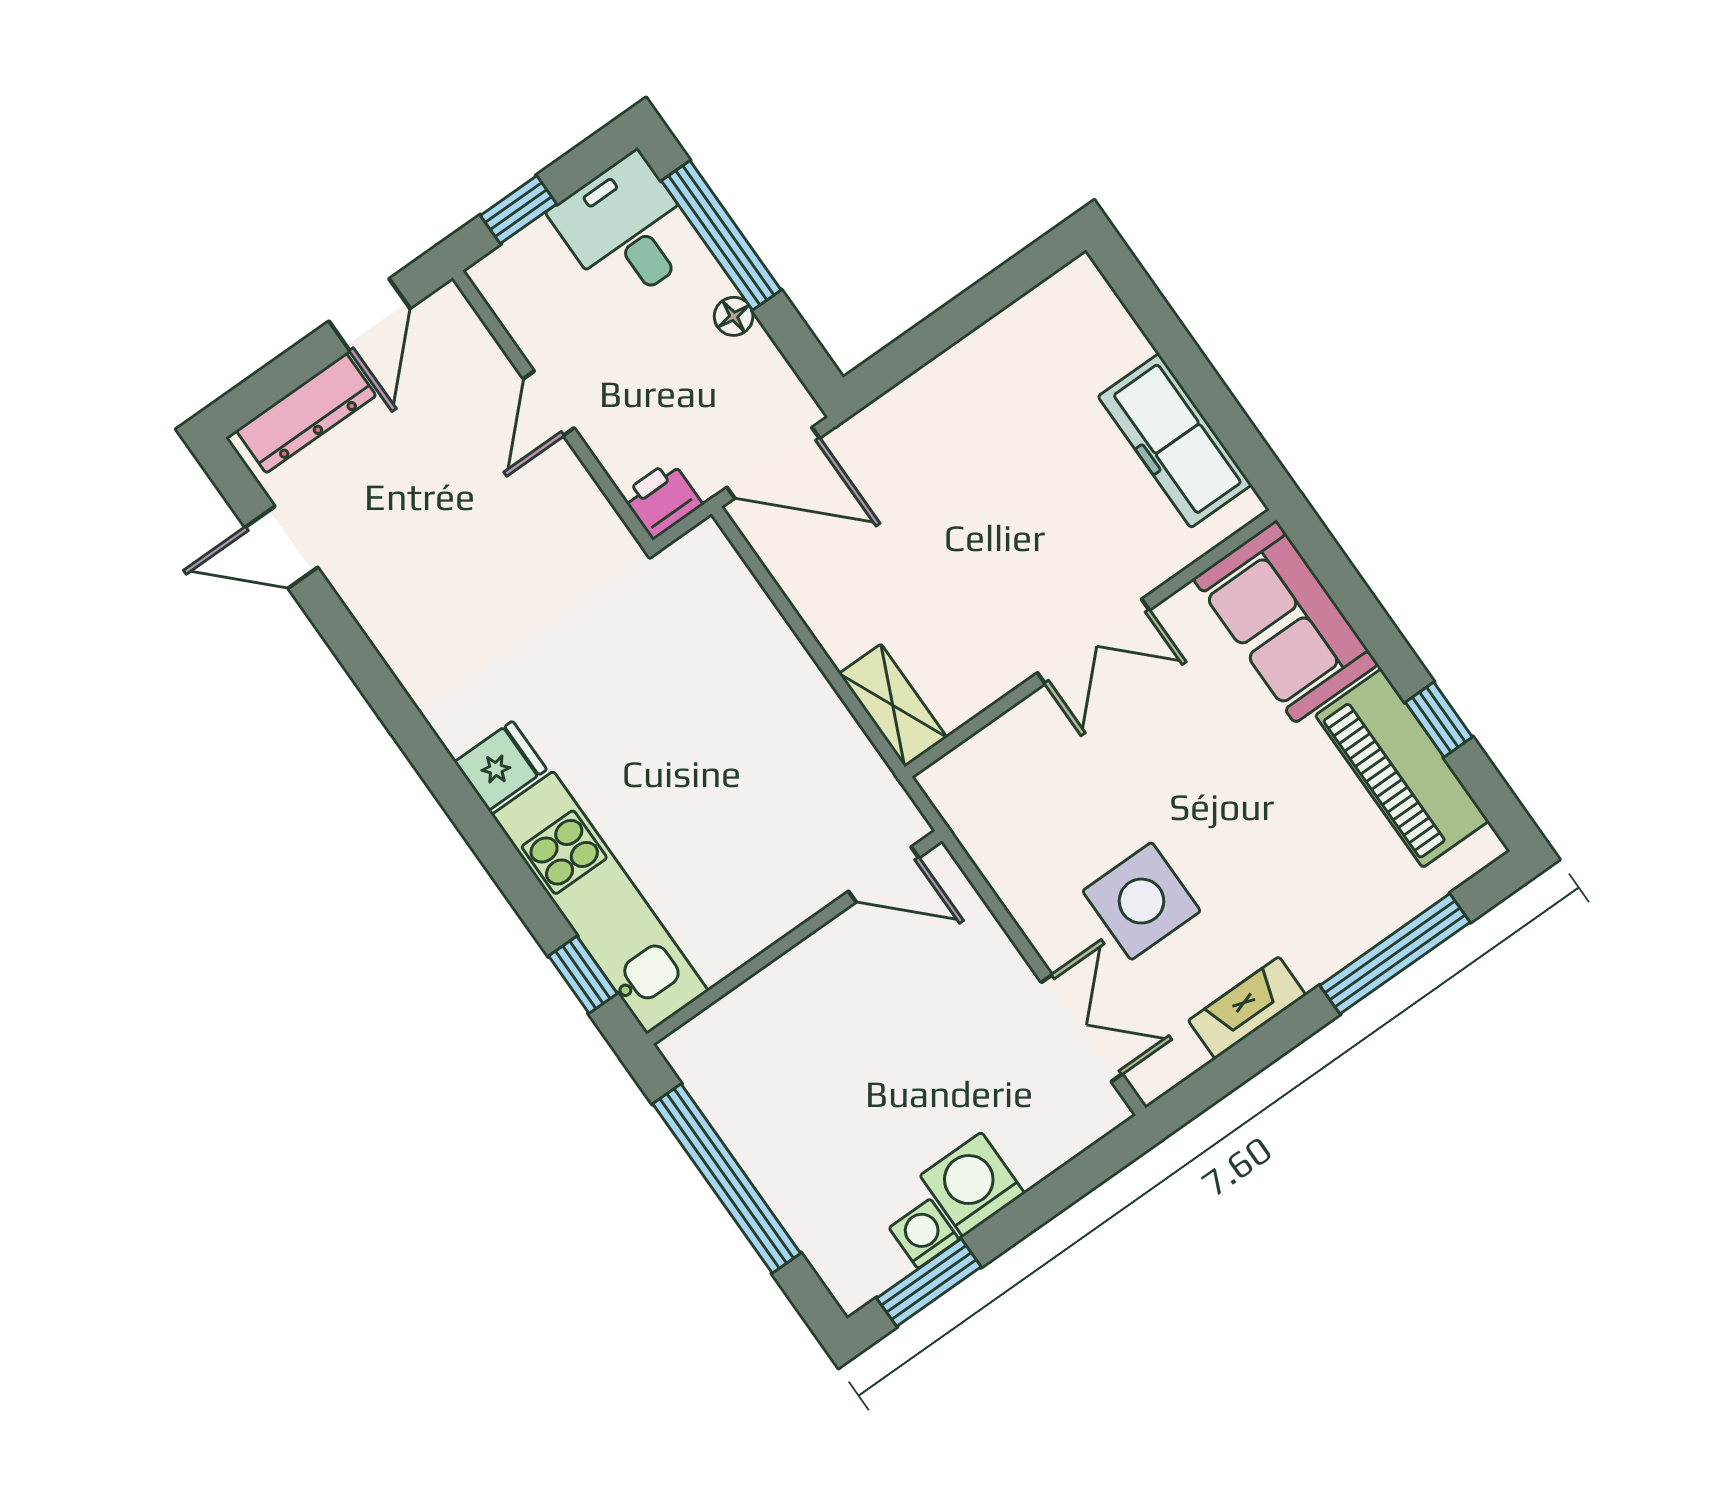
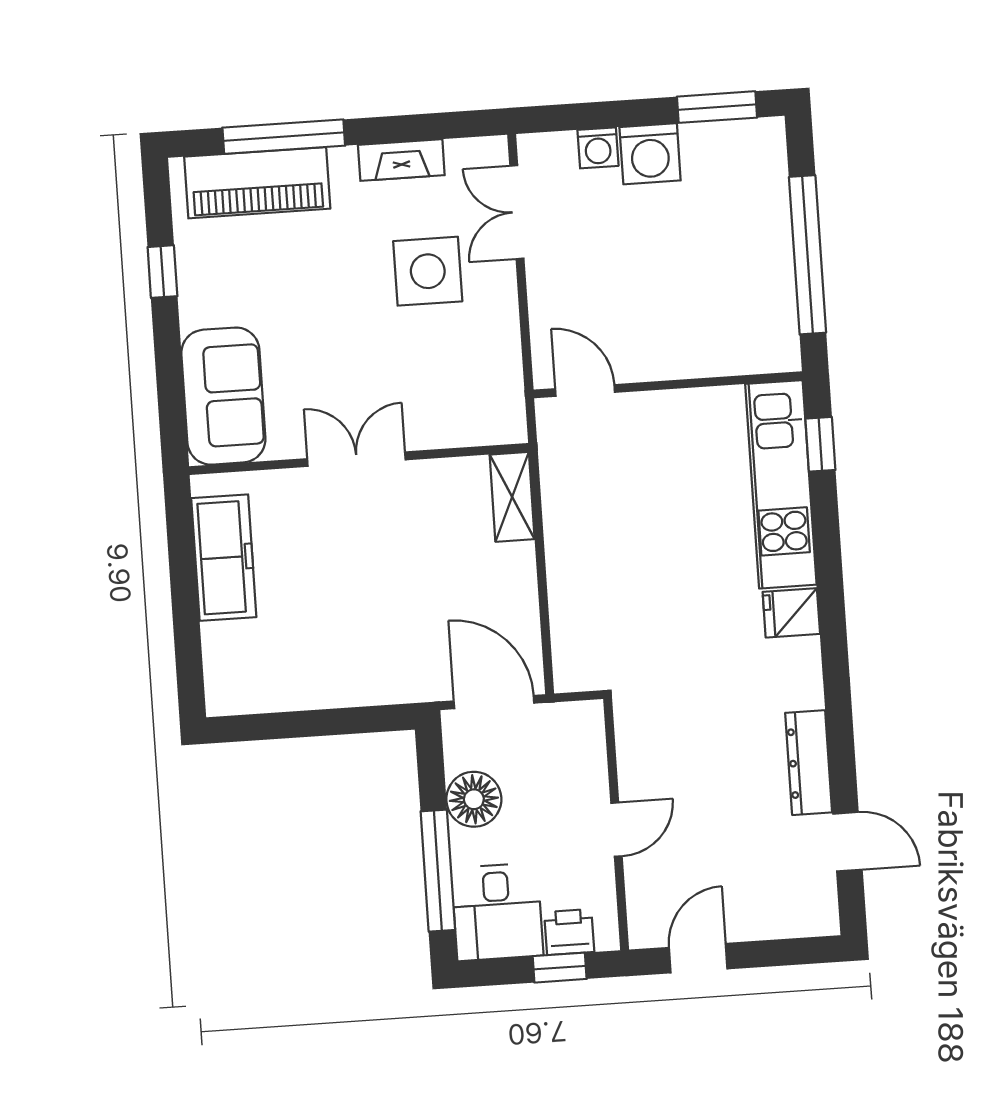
floor lamp: (734, 316) -> (474, 799), width x1.89, depth x1.89
dresser: (306, 413) -> (809, 763), moved, turned -90
printer: (662, 500) -> (569, 932), moved, turned 180
piano: (1402, 768) -> (257, 183), moved, turned 90
washing machine: (924, 1234) -> (598, 148), moved

